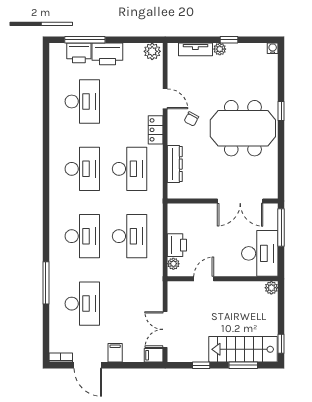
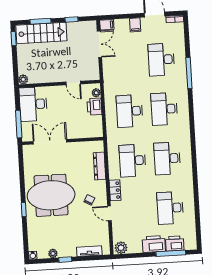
plant: (220, 49) -> (53, 253), moved
door: (204, 279) -> (73, 83), hinge flipped

